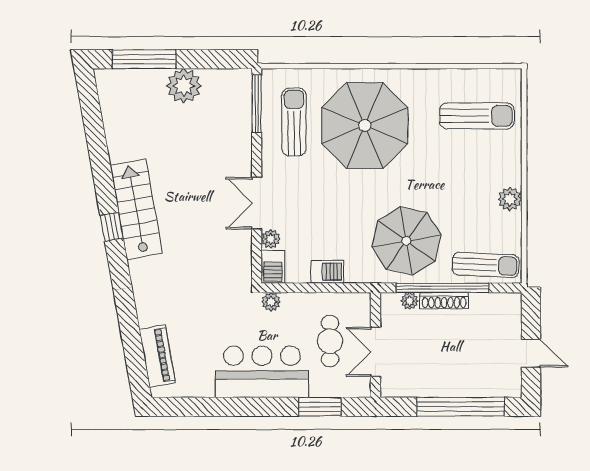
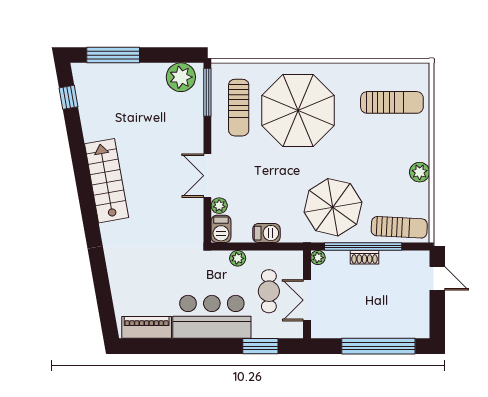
plant: (184, 86) -> (181, 77), moved
sun lounger: (294, 122) -> (239, 108), turned 180
window: (112, 227) -> (69, 97), moved
plant: (410, 301) -> (318, 258), moved
shoe rack: (444, 301) -> (364, 257), width x0.70
plant: (271, 302) -> (238, 258), moved
door: (531, 353) -> (437, 278), moved
piano: (157, 356) -> (147, 327), moved, turned -80

